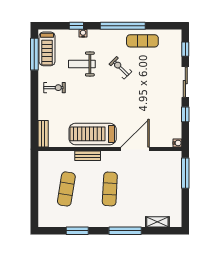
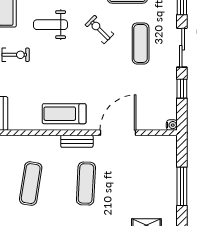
exercise mat: (153, 79) -> (141, 43), added
treadmill: (93, 134) -> (64, 114), width x0.73, depth x0.73
bench: (88, 156) -> (77, 141), moved
window: (185, 173) -> (182, 186), moved

